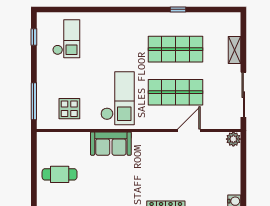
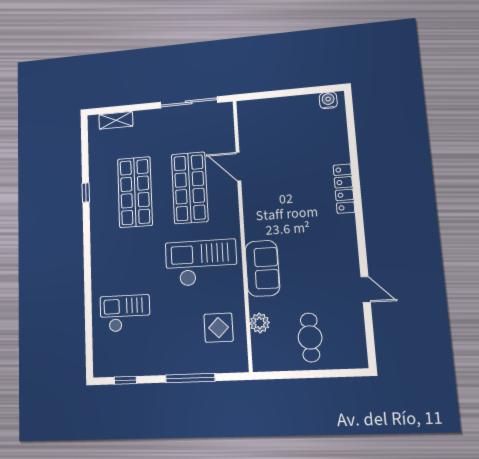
checkout: (66, 39) -> (125, 313), moved
shelving: (234, 50) -> (116, 120), moved
window: (34, 101) -> (190, 378), moved
plant: (233, 139) -> (260, 323), moved

